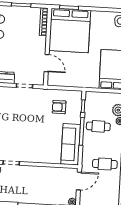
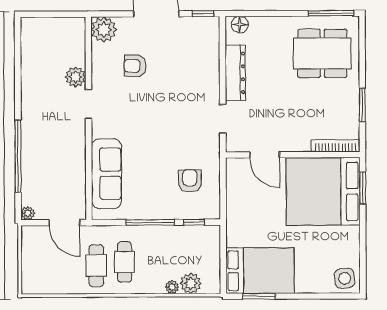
door: (47, 63) -> (265, 155), hinge flipped
cafe table: (98, 126) -> (124, 262), moved
sofa: (71, 144) -> (106, 174), moved, turned 90

